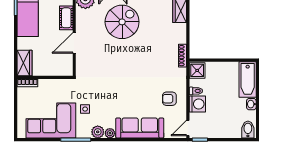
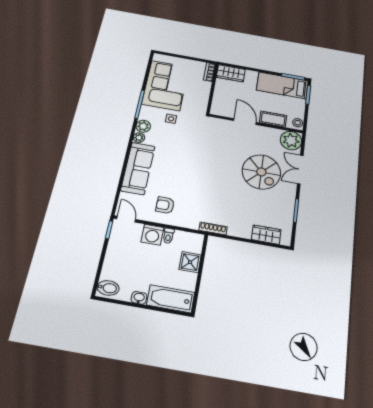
shower: (197, 70) -> (190, 262), moved
armchair: (169, 99) -> (165, 205), turned -90

